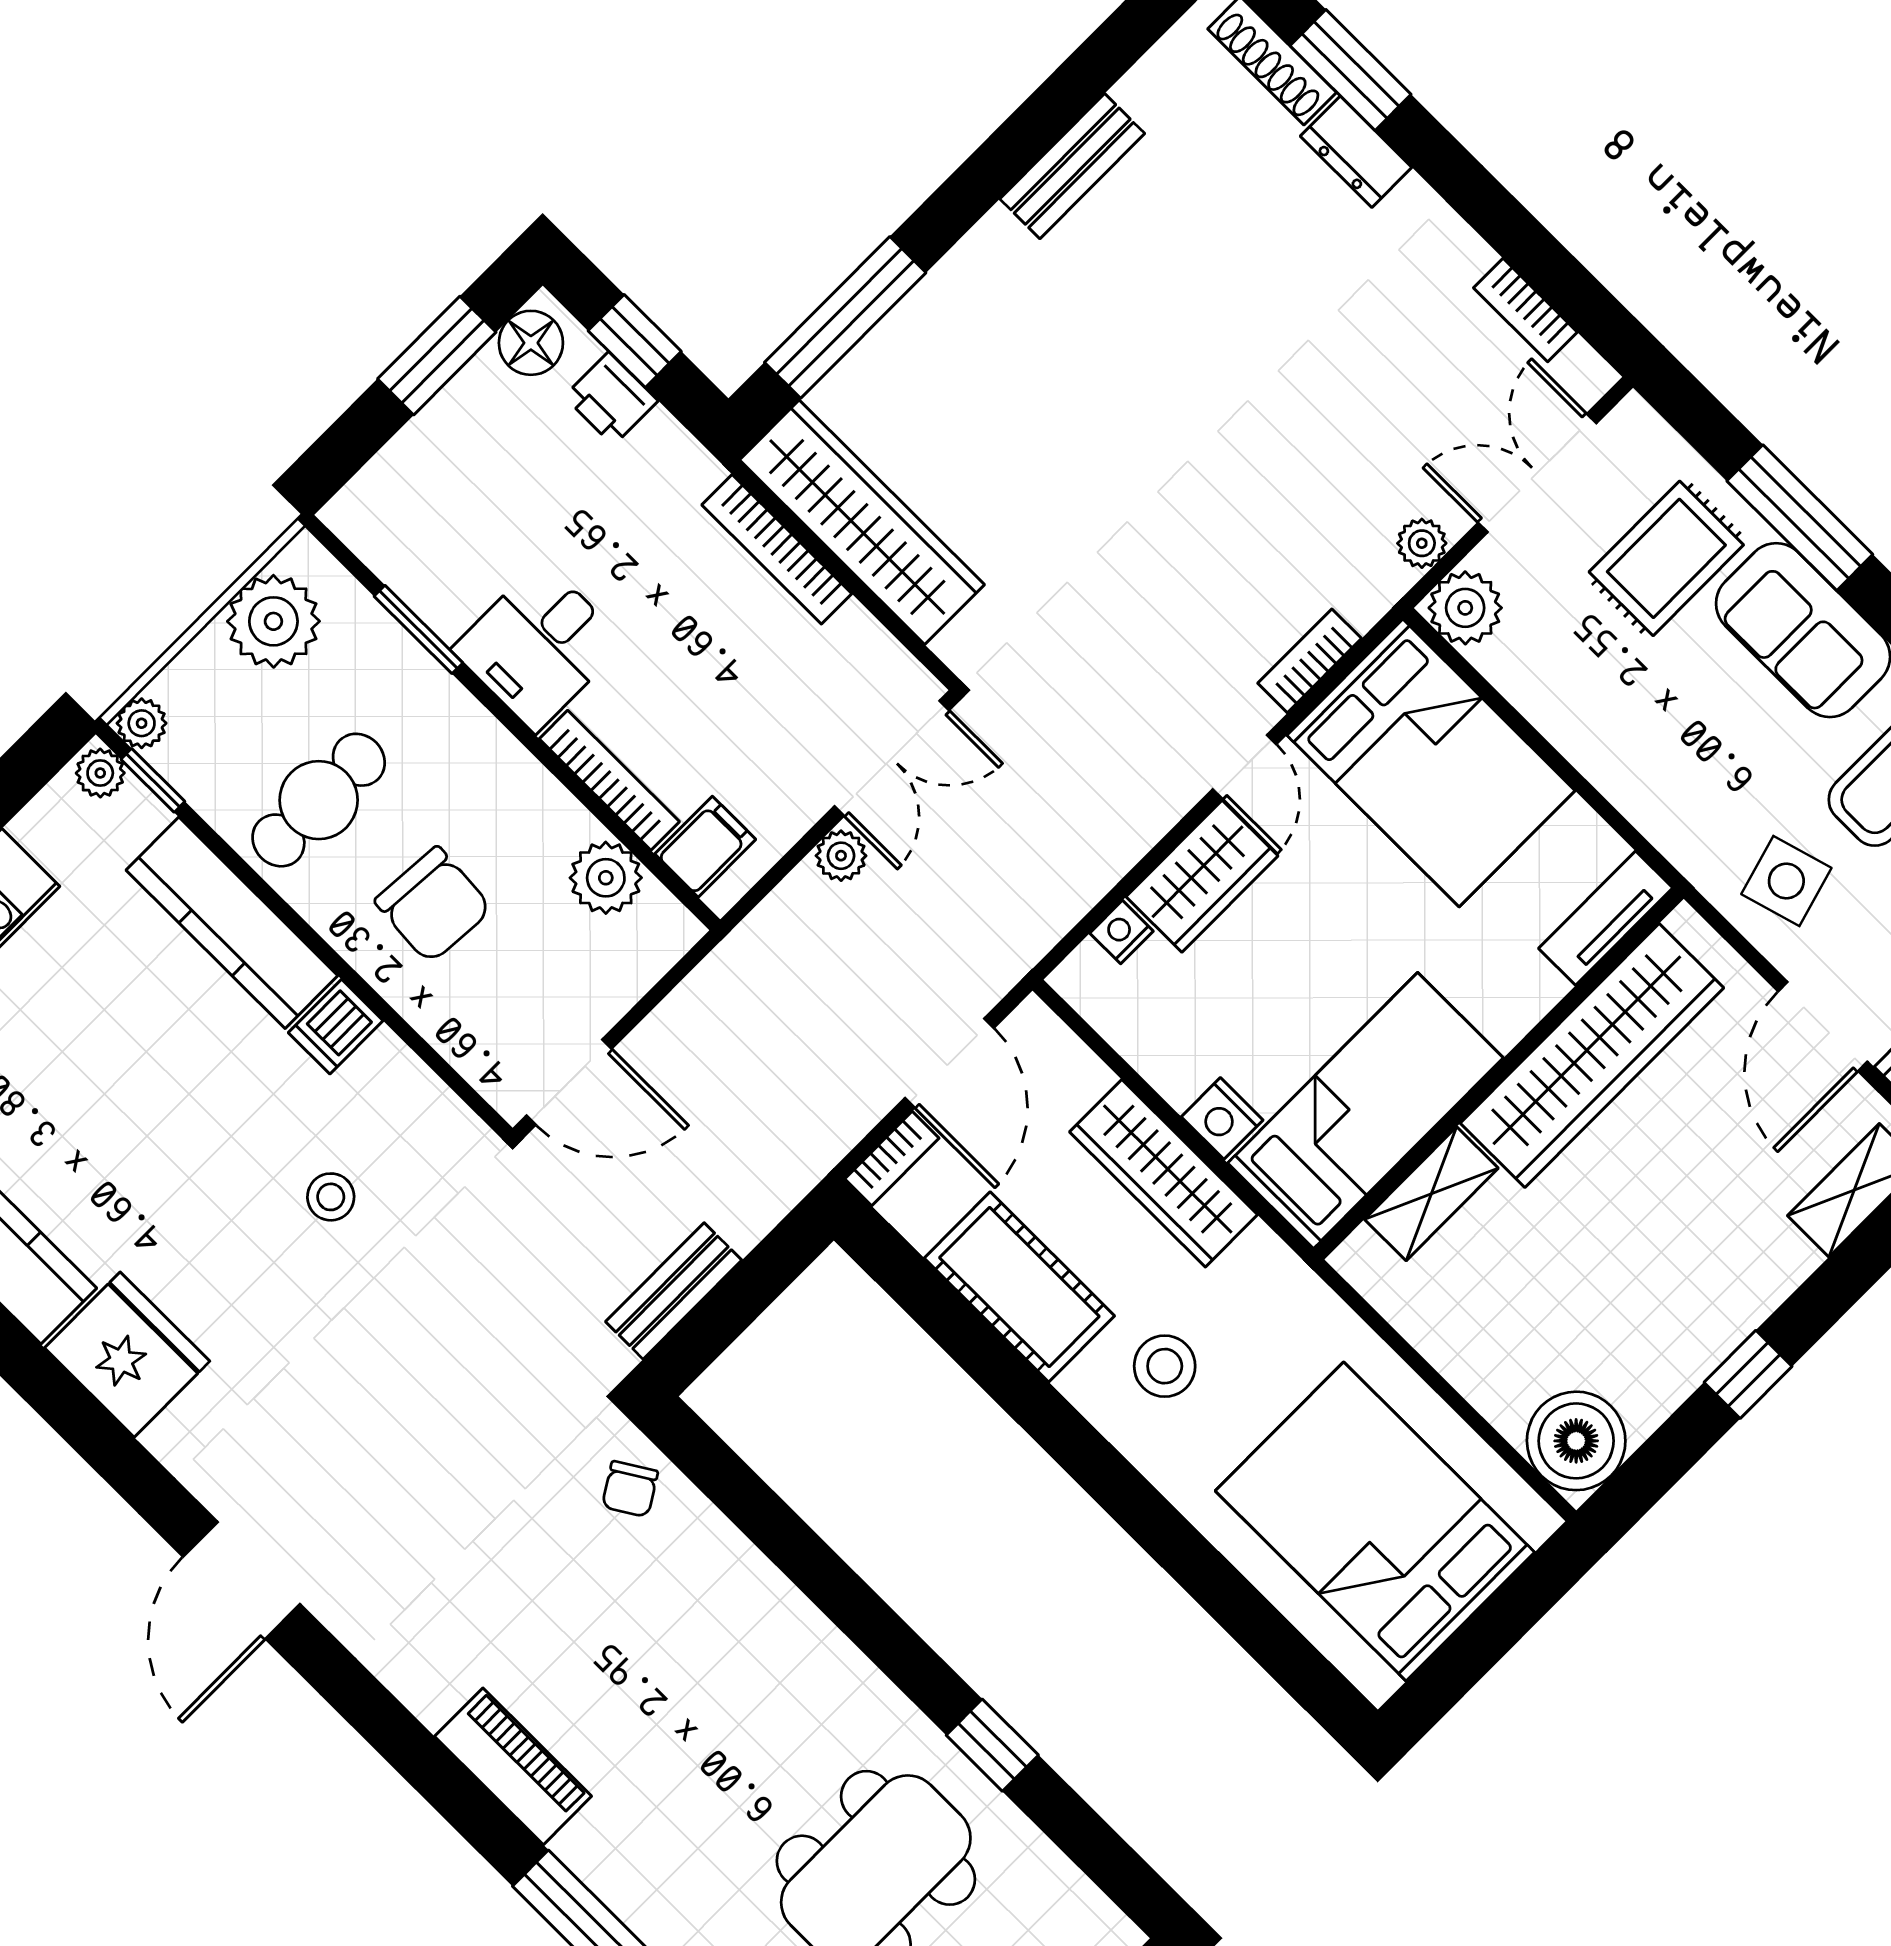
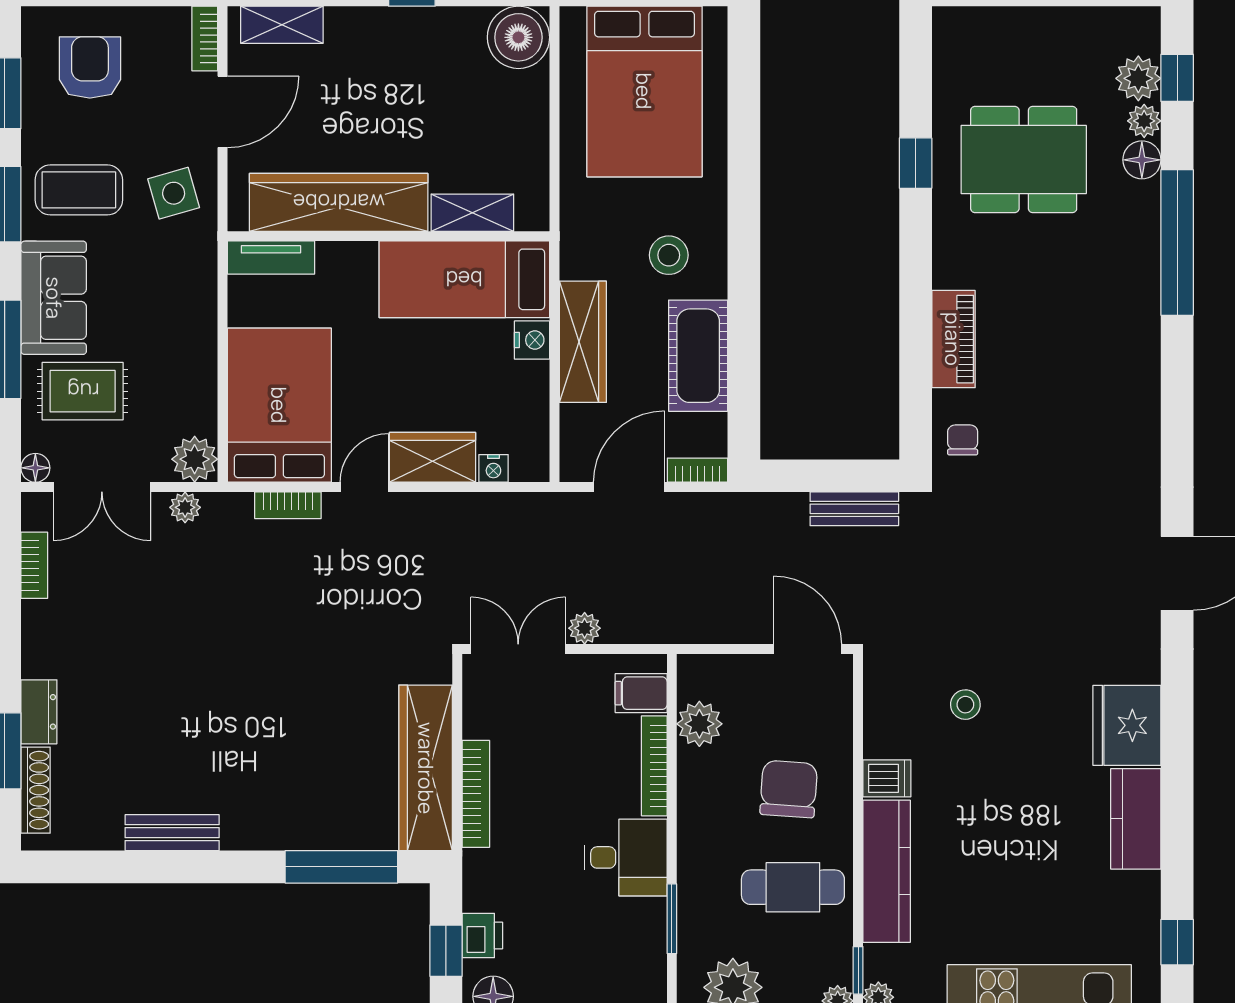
floor lamp: (1633, 420) -> (35, 468), added
chair: (630, 1489) -> (963, 440), turned -58
piano: (513, 1766) -> (953, 339), moved, turned 180

